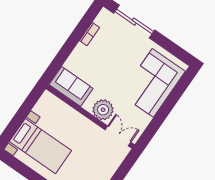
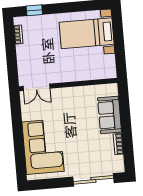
sofa: (71, 86) -> (110, 115), moved, turned 90
plant: (103, 110) -> (63, 97), removed

